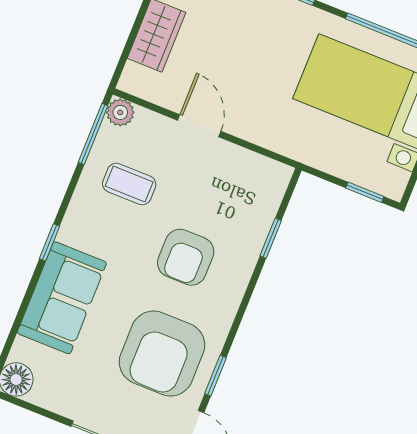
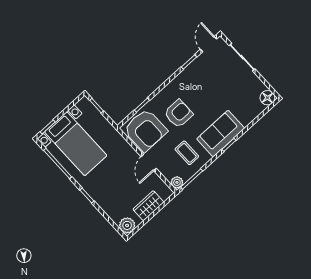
sofa: (62, 298) -> (221, 134), moved
armchair: (162, 353) -> (145, 130), moved, turned 90

